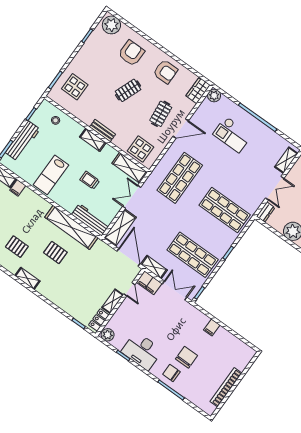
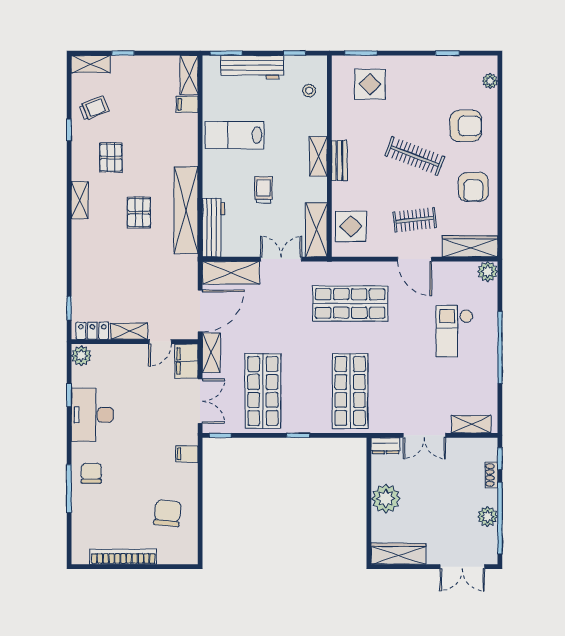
plant: (111, 25) -> (490, 81), width x0.53, depth x0.53
clothes rail: (128, 90) -> (415, 156), width x1.36
wardrobe: (198, 90) -> (470, 246), width x1.50
filing cabinet: (212, 328) -> (187, 454), moved
chair: (187, 357) -> (167, 513), moved, turned -84

